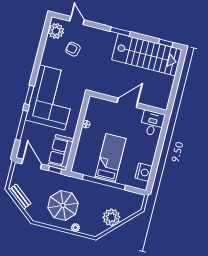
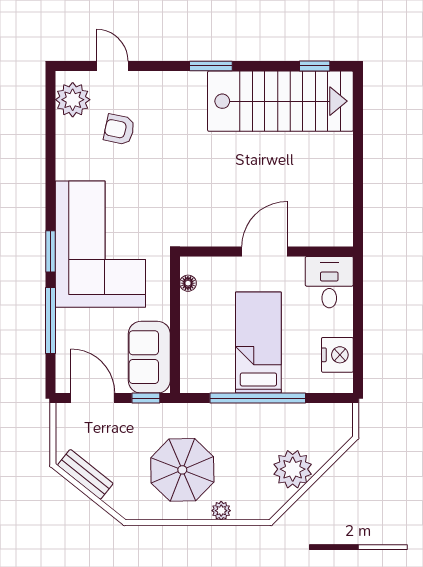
door: (127, 103) -> (264, 252), moved
wall: (128, 103) -> (266, 252), moved
desk: (152, 123) -> (329, 282), moved

